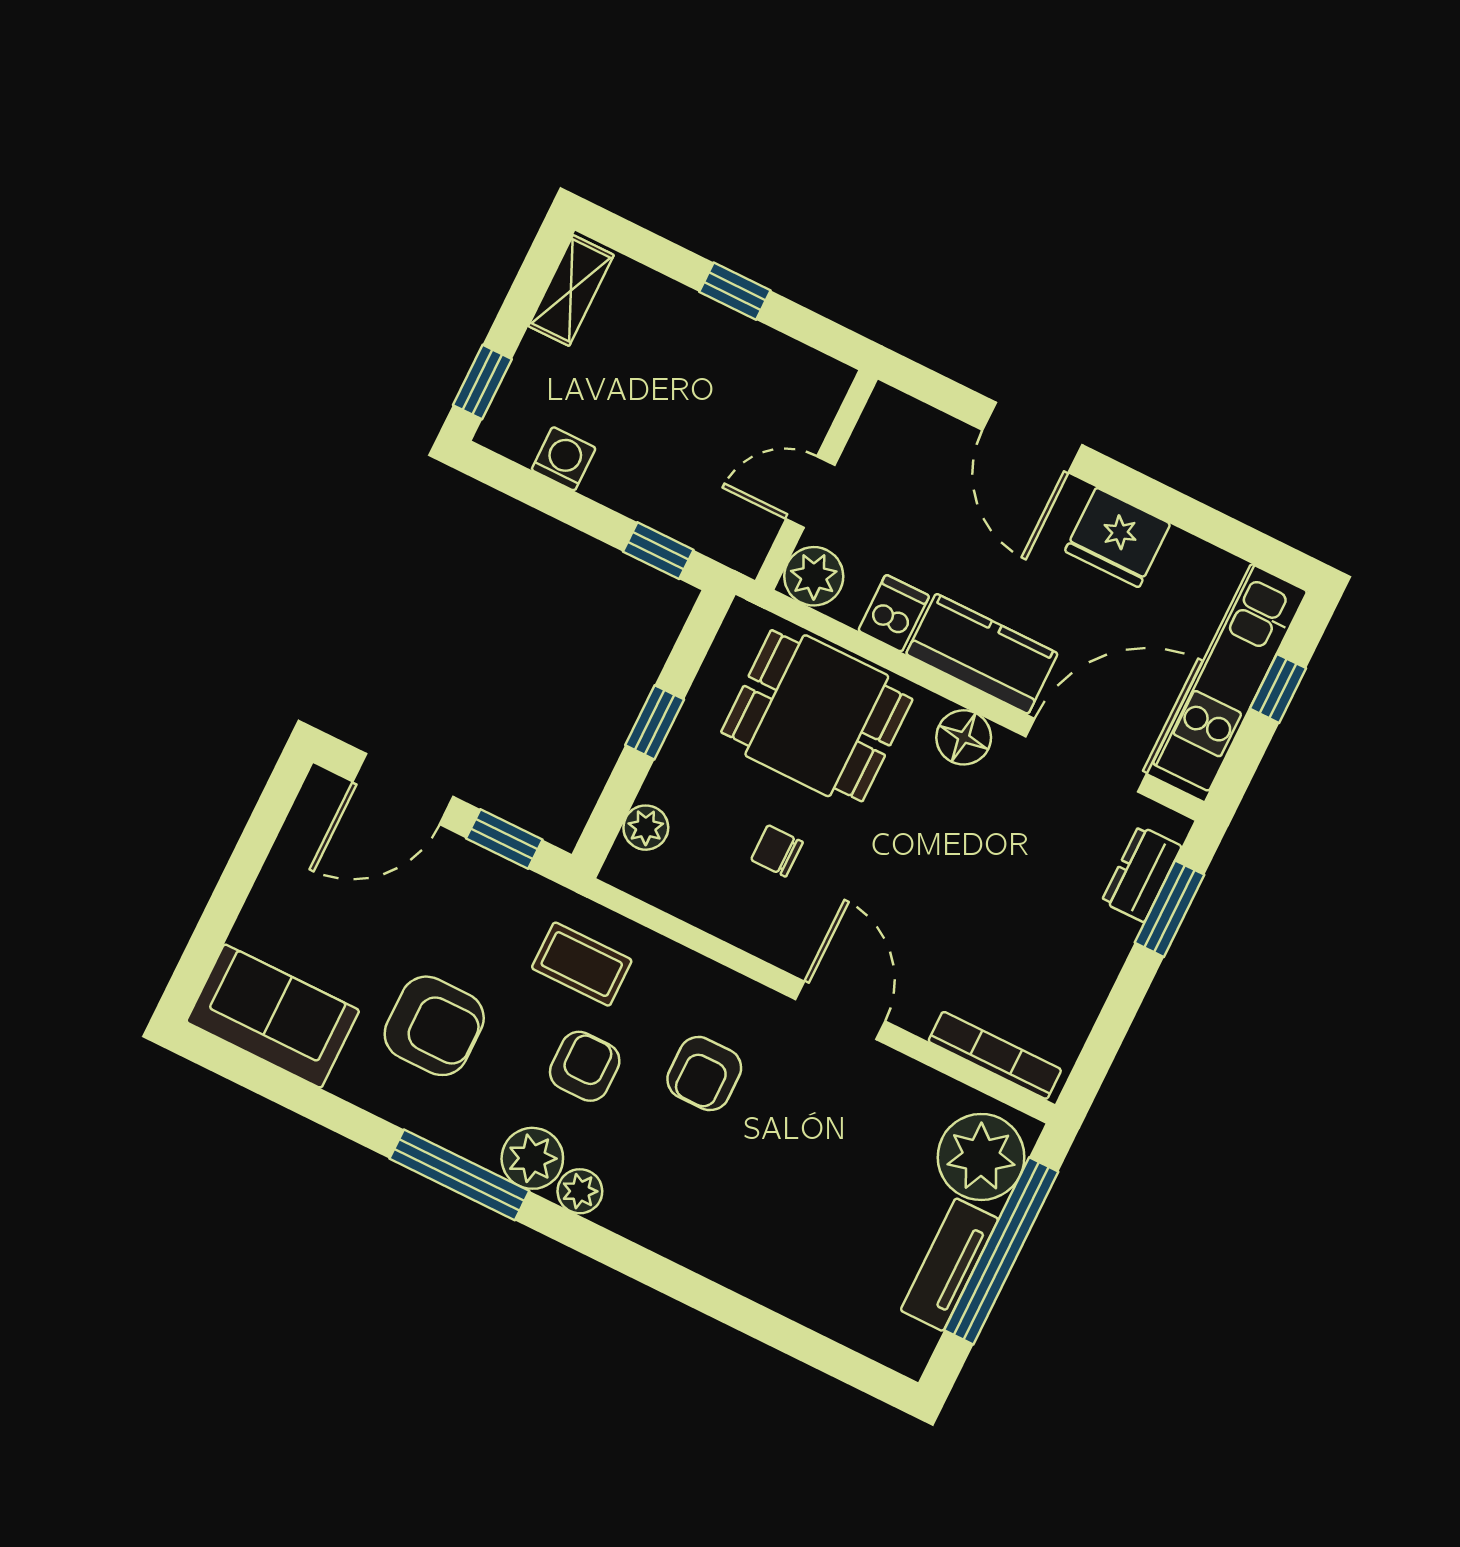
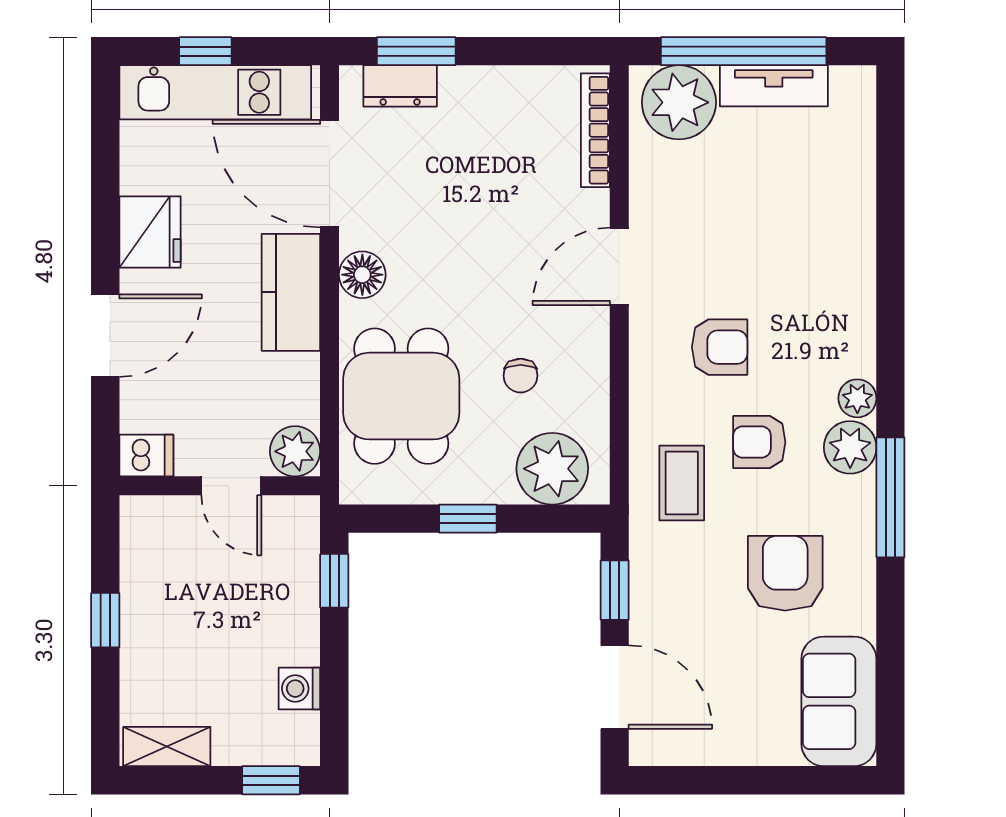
dishwasher: (894, 613) -> (146, 455), moved, turned 180
plant: (646, 828) -> (552, 469), width x1.88, depth x1.88

